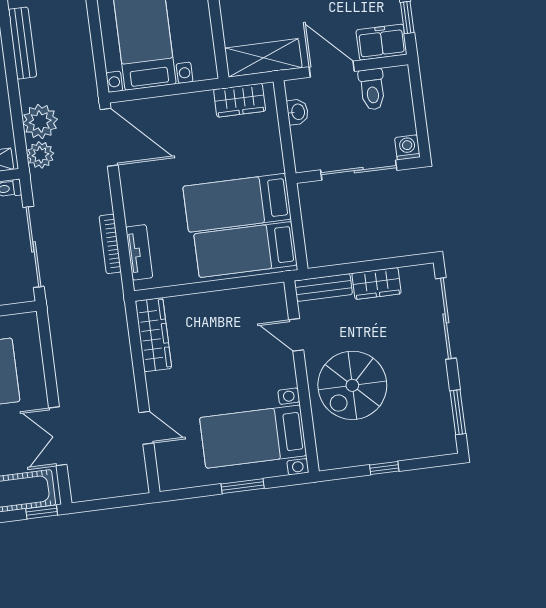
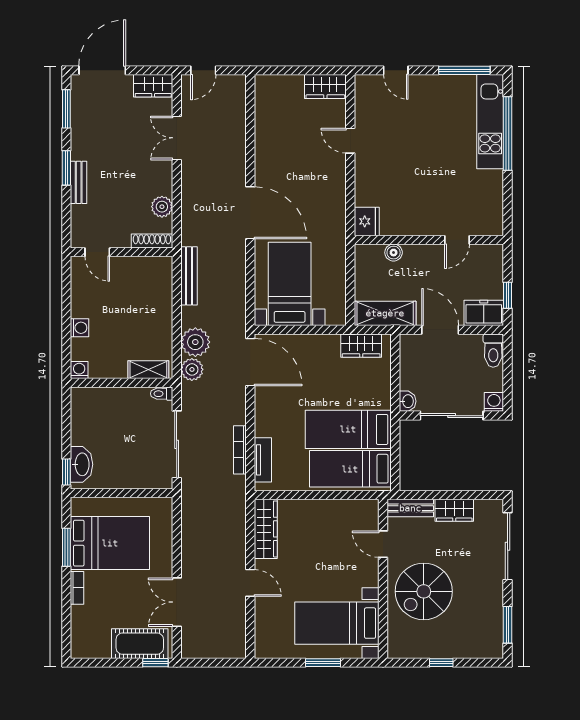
toilet: (372, 89) -> (493, 351), moved
washbasin: (298, 112) -> (408, 401), moved
door: (146, 428) -> (250, 583), moved

